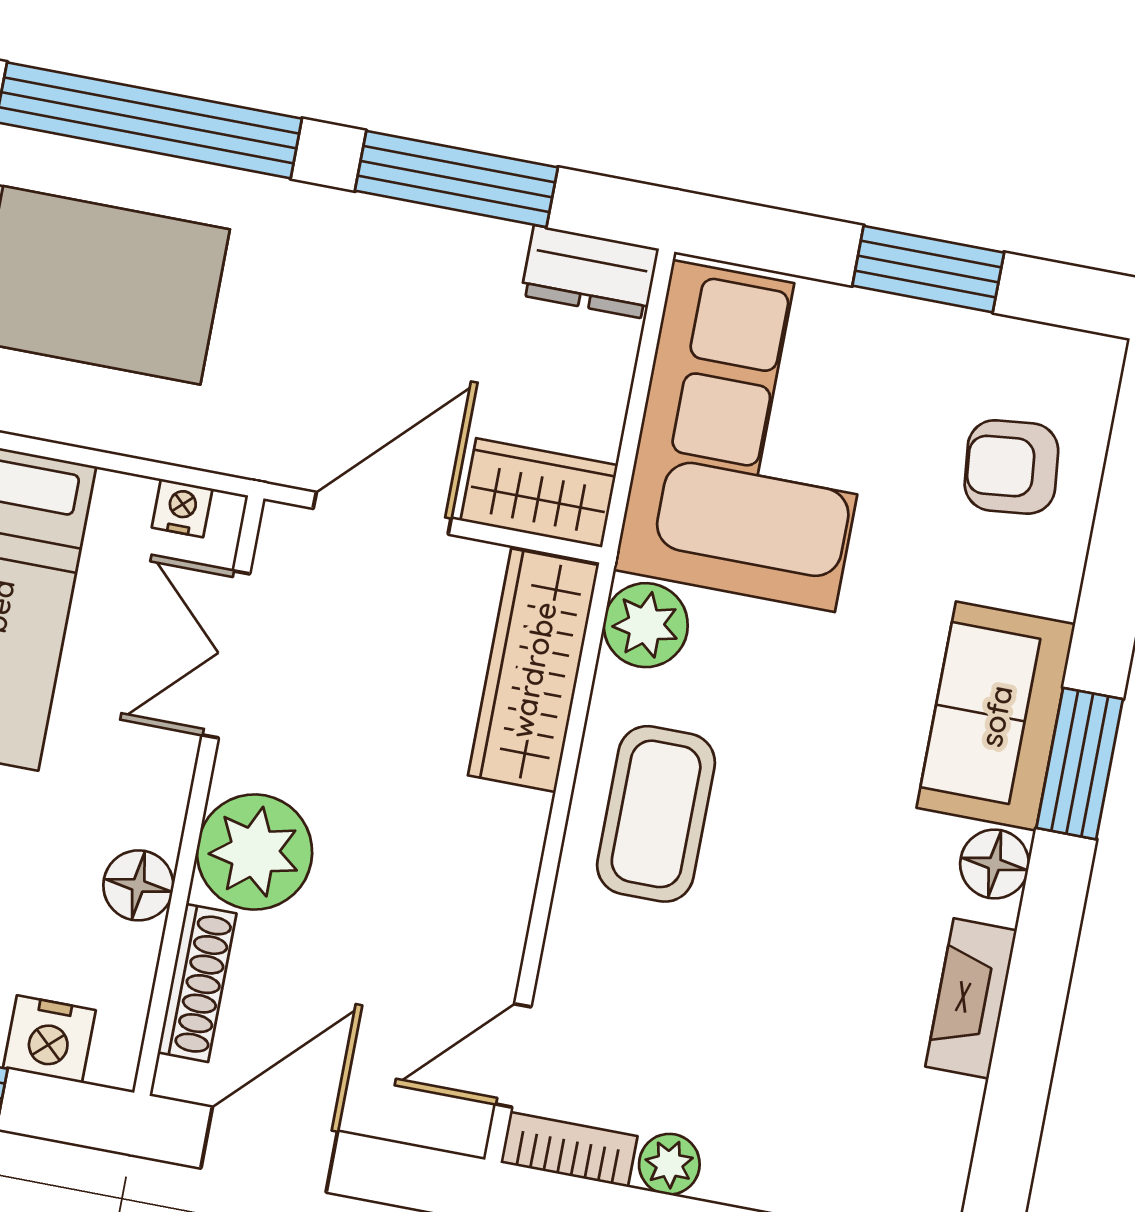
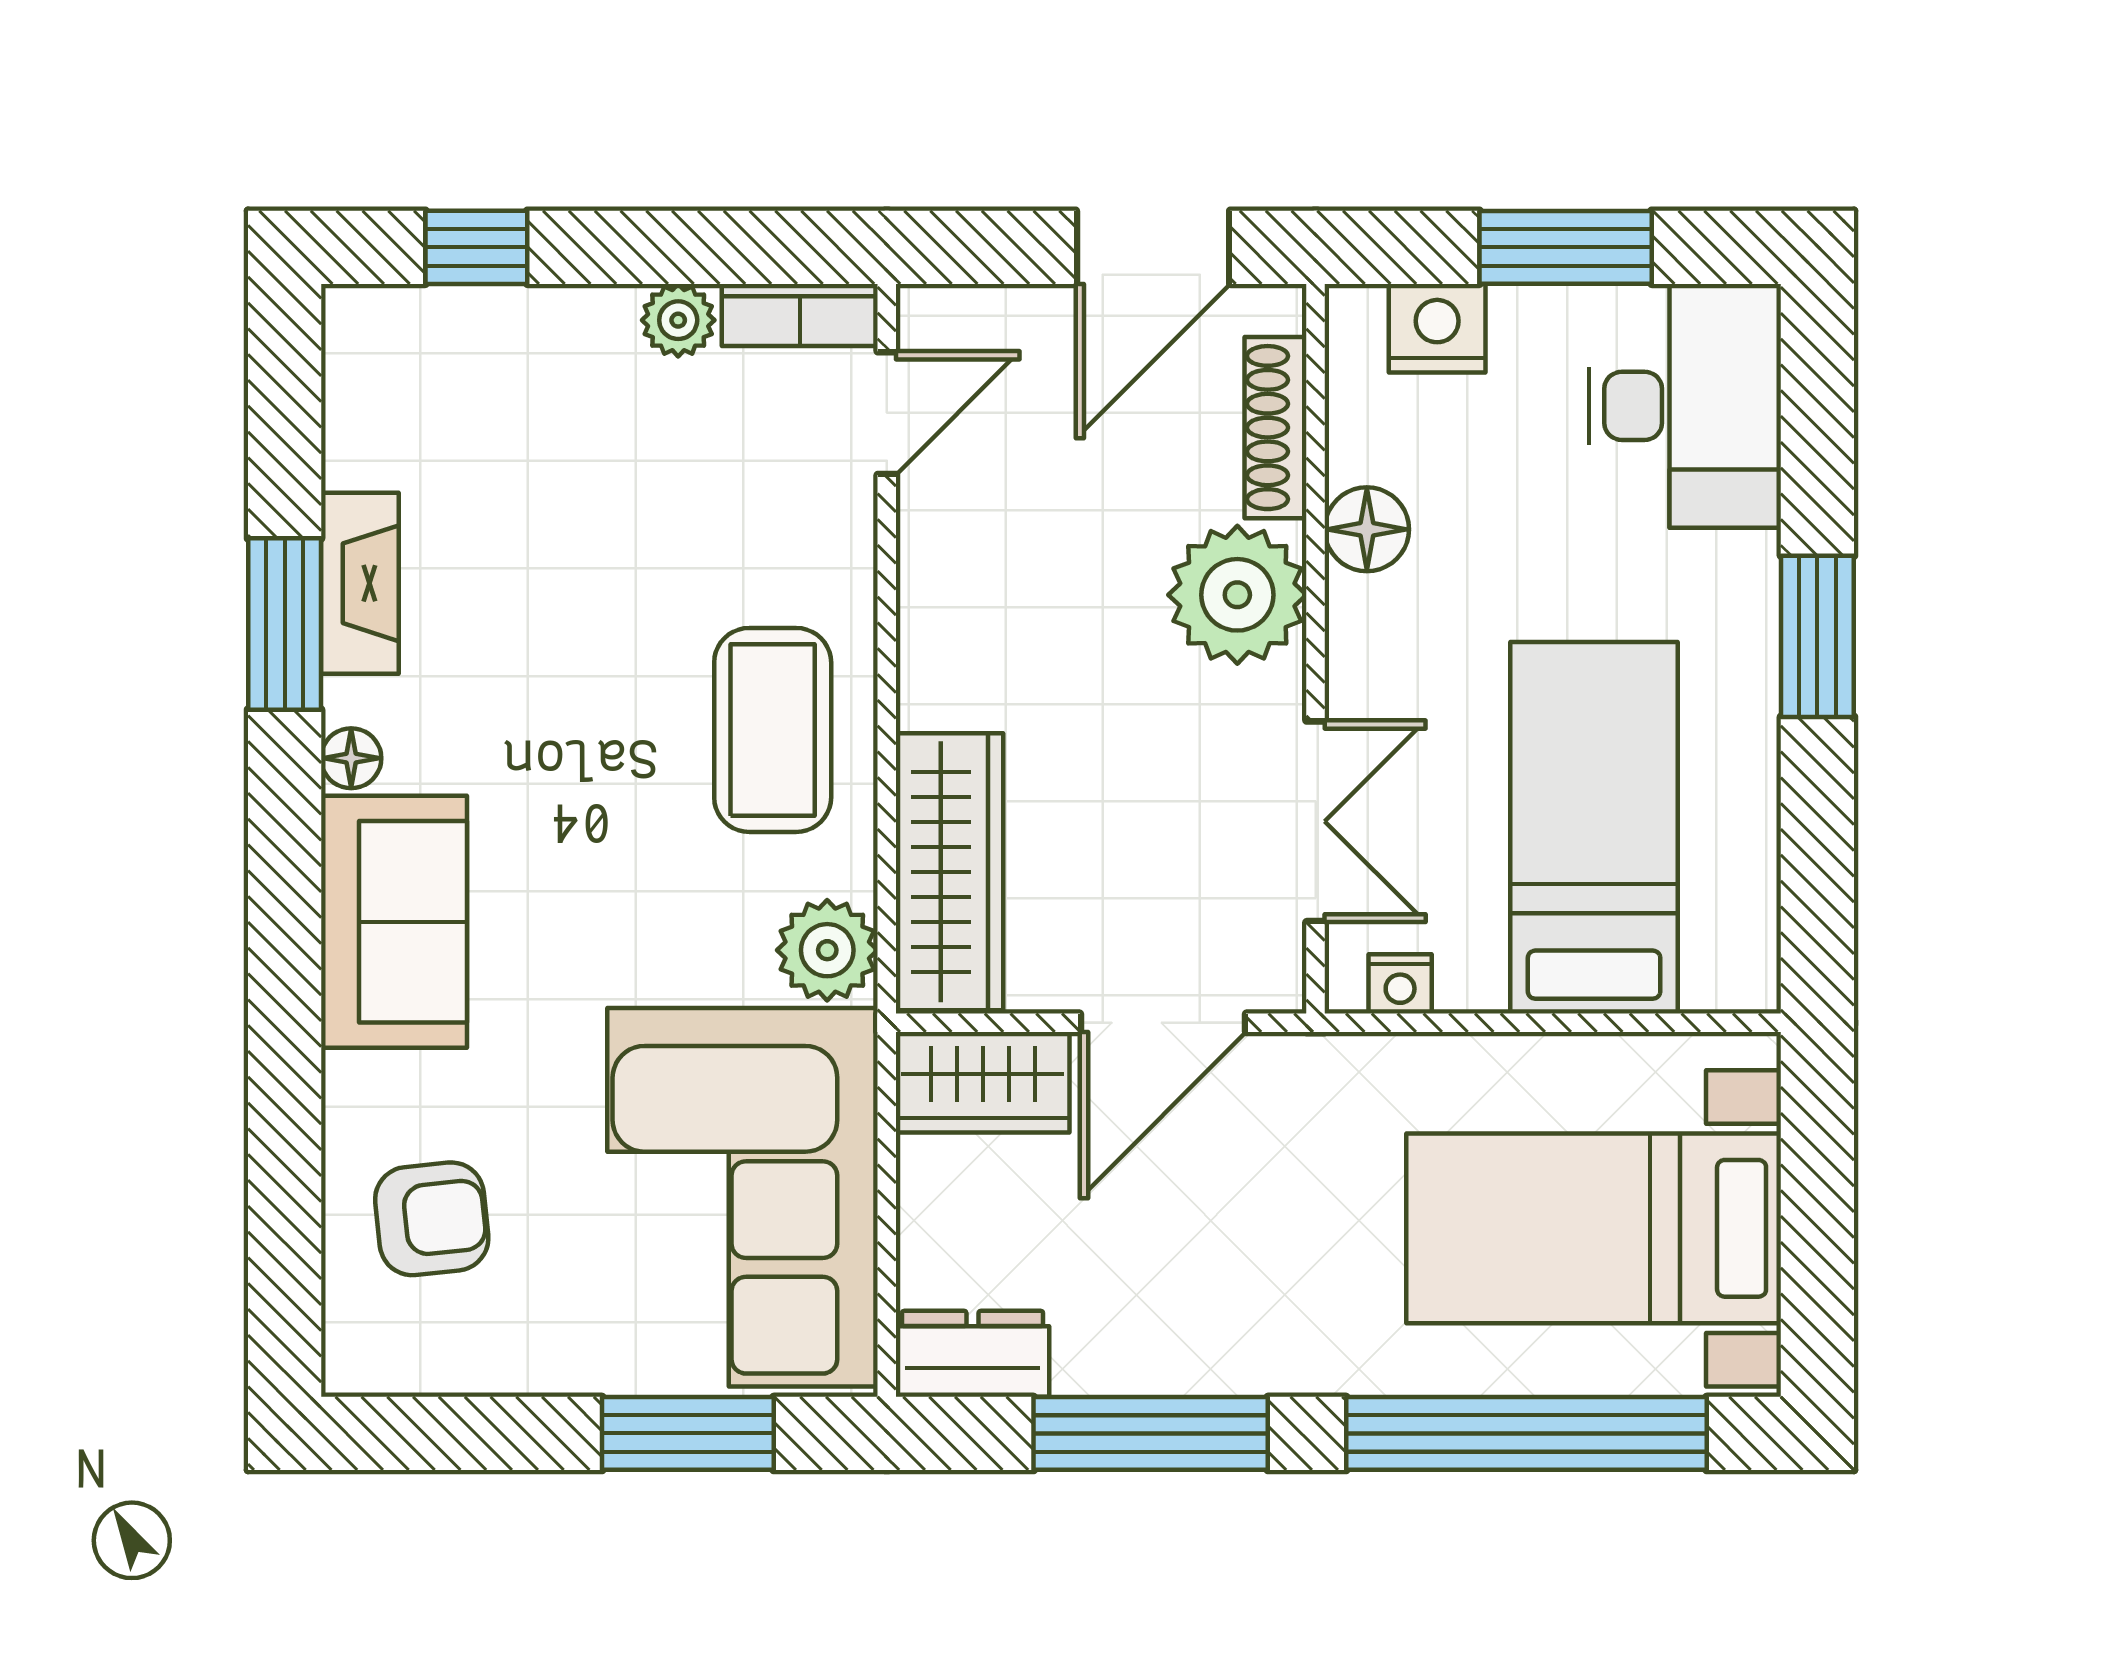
window: (928, 269) -> (688, 1433), moved
window: (1080, 764) -> (285, 624), moved
floor lamp: (995, 864) -> (351, 758), width x0.73, depth x0.73

